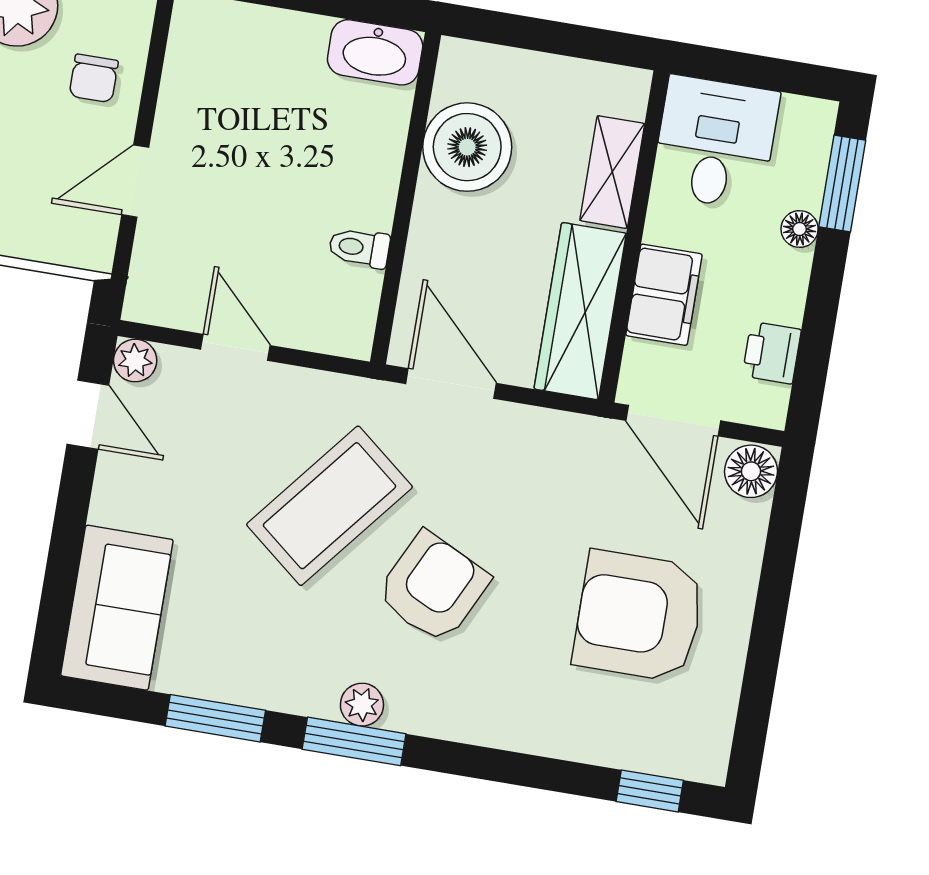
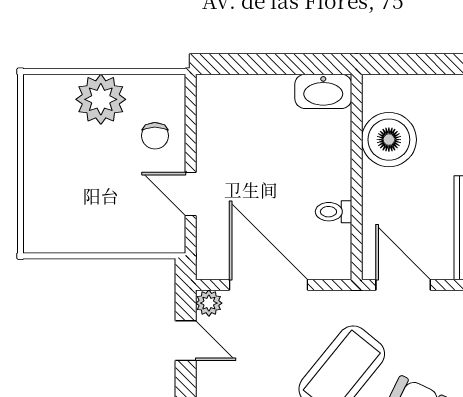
door: (135, 181) -> (191, 194), hinge flipped
door: (235, 347) -> (268, 285), width x1.87

